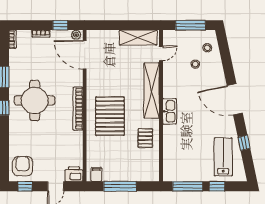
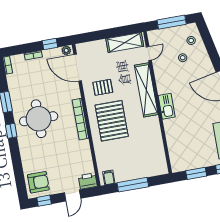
pallet: (145, 138) -> (103, 87), moved, turned 90
armchair: (23, 166) -> (38, 182), turned 90
window: (188, 186) -> (196, 173), width x0.69

